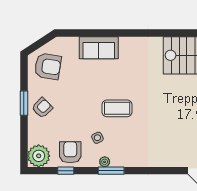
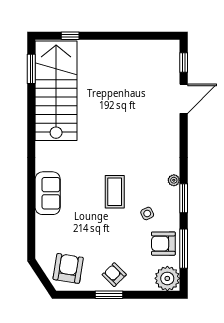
sofa: (99, 48) -> (48, 193), moved
plant: (105, 162) -> (174, 180), moved
window: (66, 171) -> (184, 249), width x2.17

